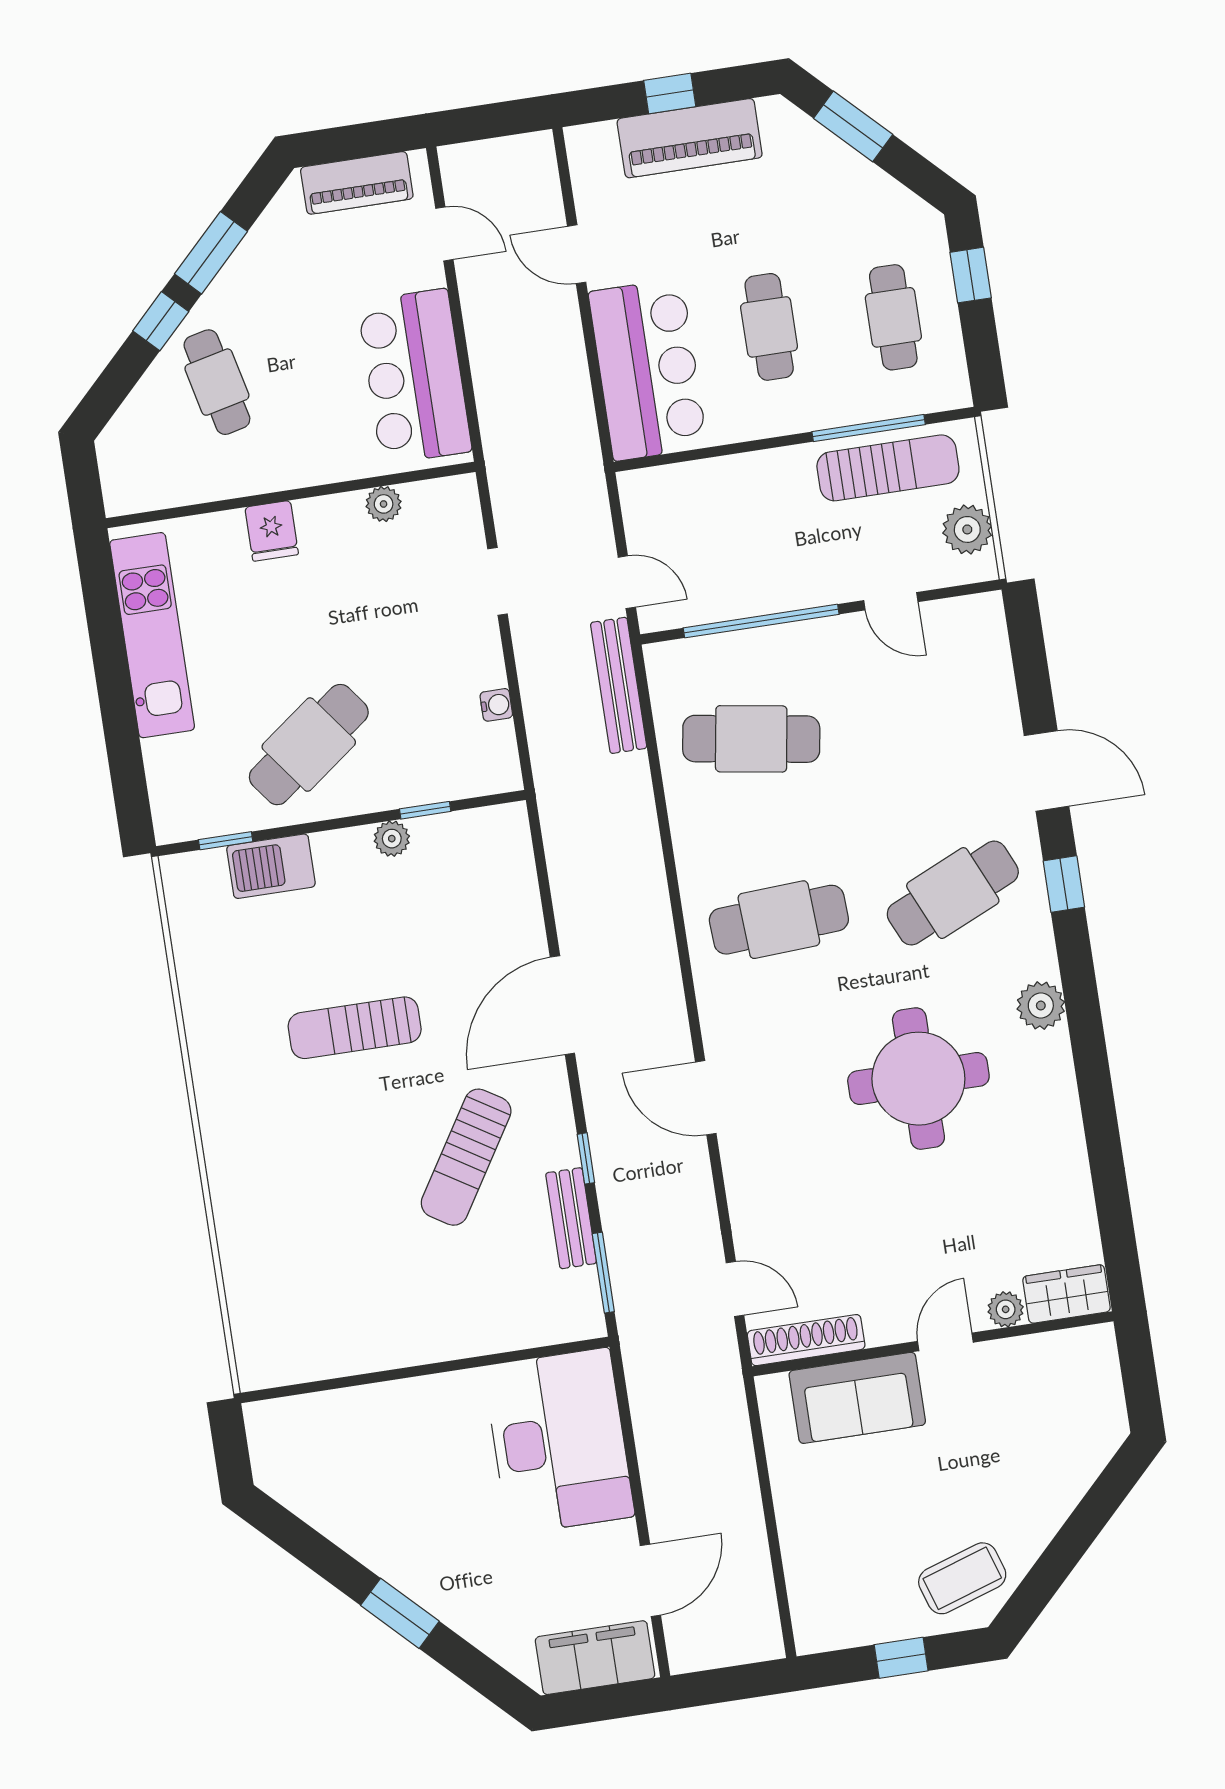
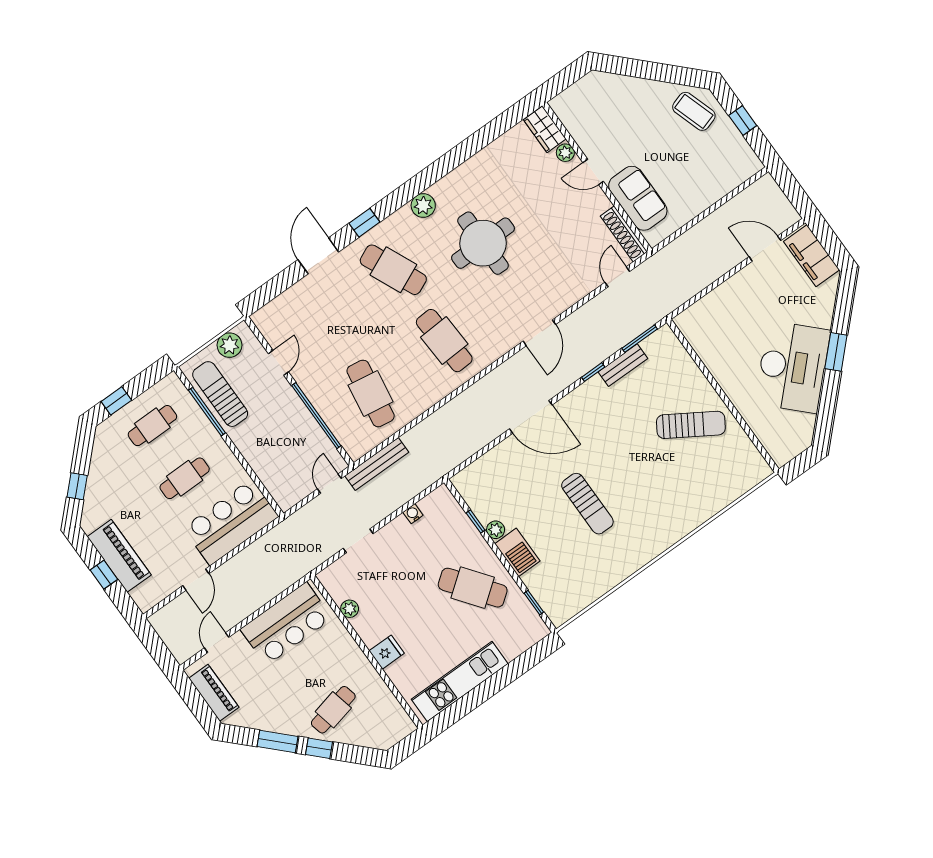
window: (853, 126) -> (77, 486), width x0.67
barbecue: (271, 866) -> (517, 552), moved
sun lounger: (466, 1157) -> (691, 425), moved
desk: (559, 1441) -> (793, 367), moved, turned 135

